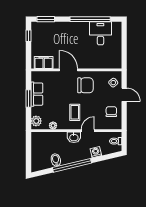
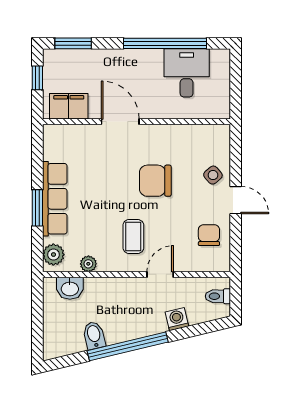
filing cabinet: (44, 63) -> (69, 106), moved
door: (68, 70) -> (120, 122), moved
wall: (76, 70) -> (137, 122), moved
chair: (85, 85) -> (155, 181), turned 180
row of seats: (37, 94) -> (55, 199), width x1.48
washbasin: (74, 137) -> (70, 288), moved

